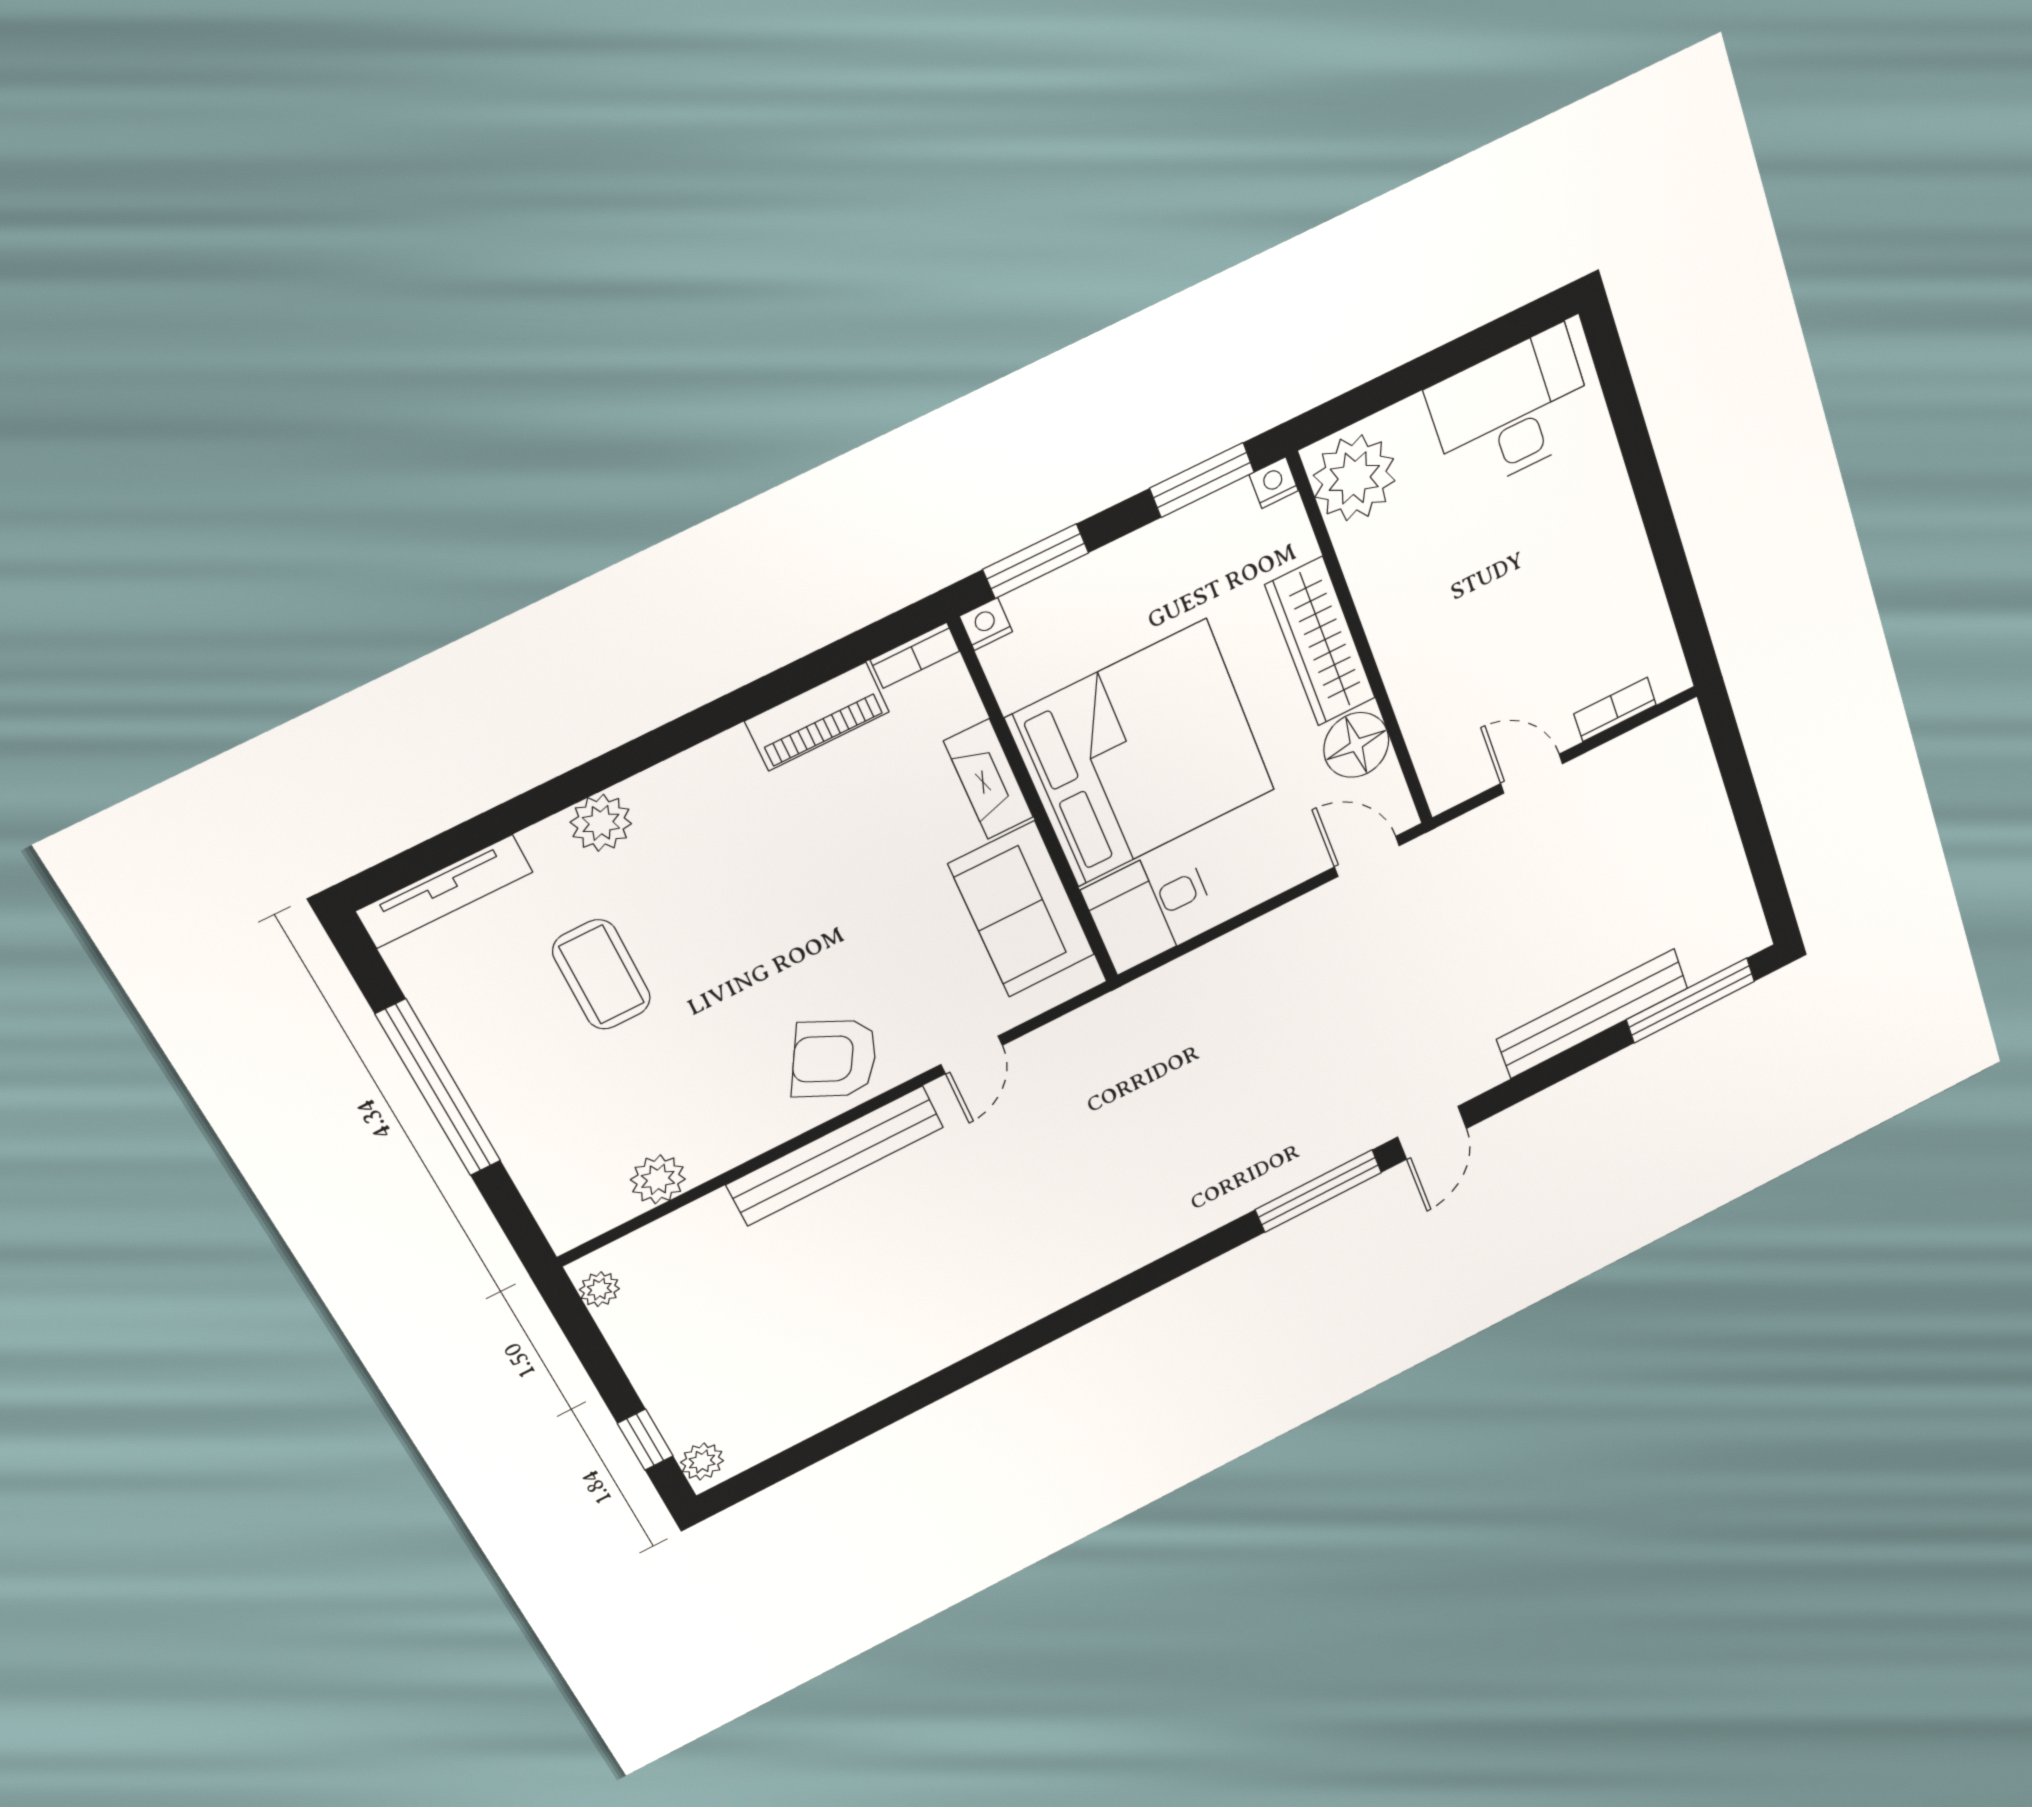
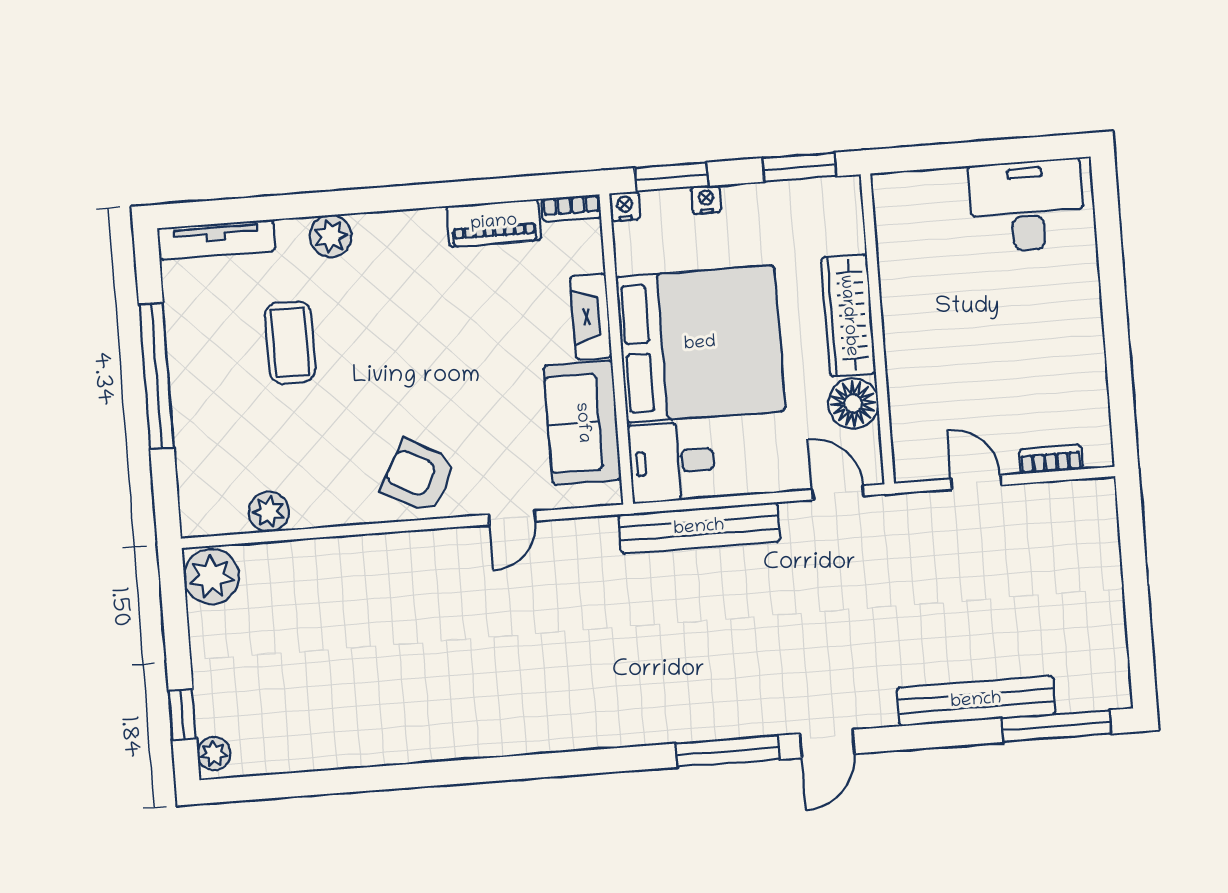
plant: (1354, 478) -> (904, 208), removed
nightstand: (1274, 483) -> (706, 200), moved
bench: (835, 1156) -> (699, 528), moved
plant: (599, 1289) -> (211, 577), width x1.88, depth x1.88

